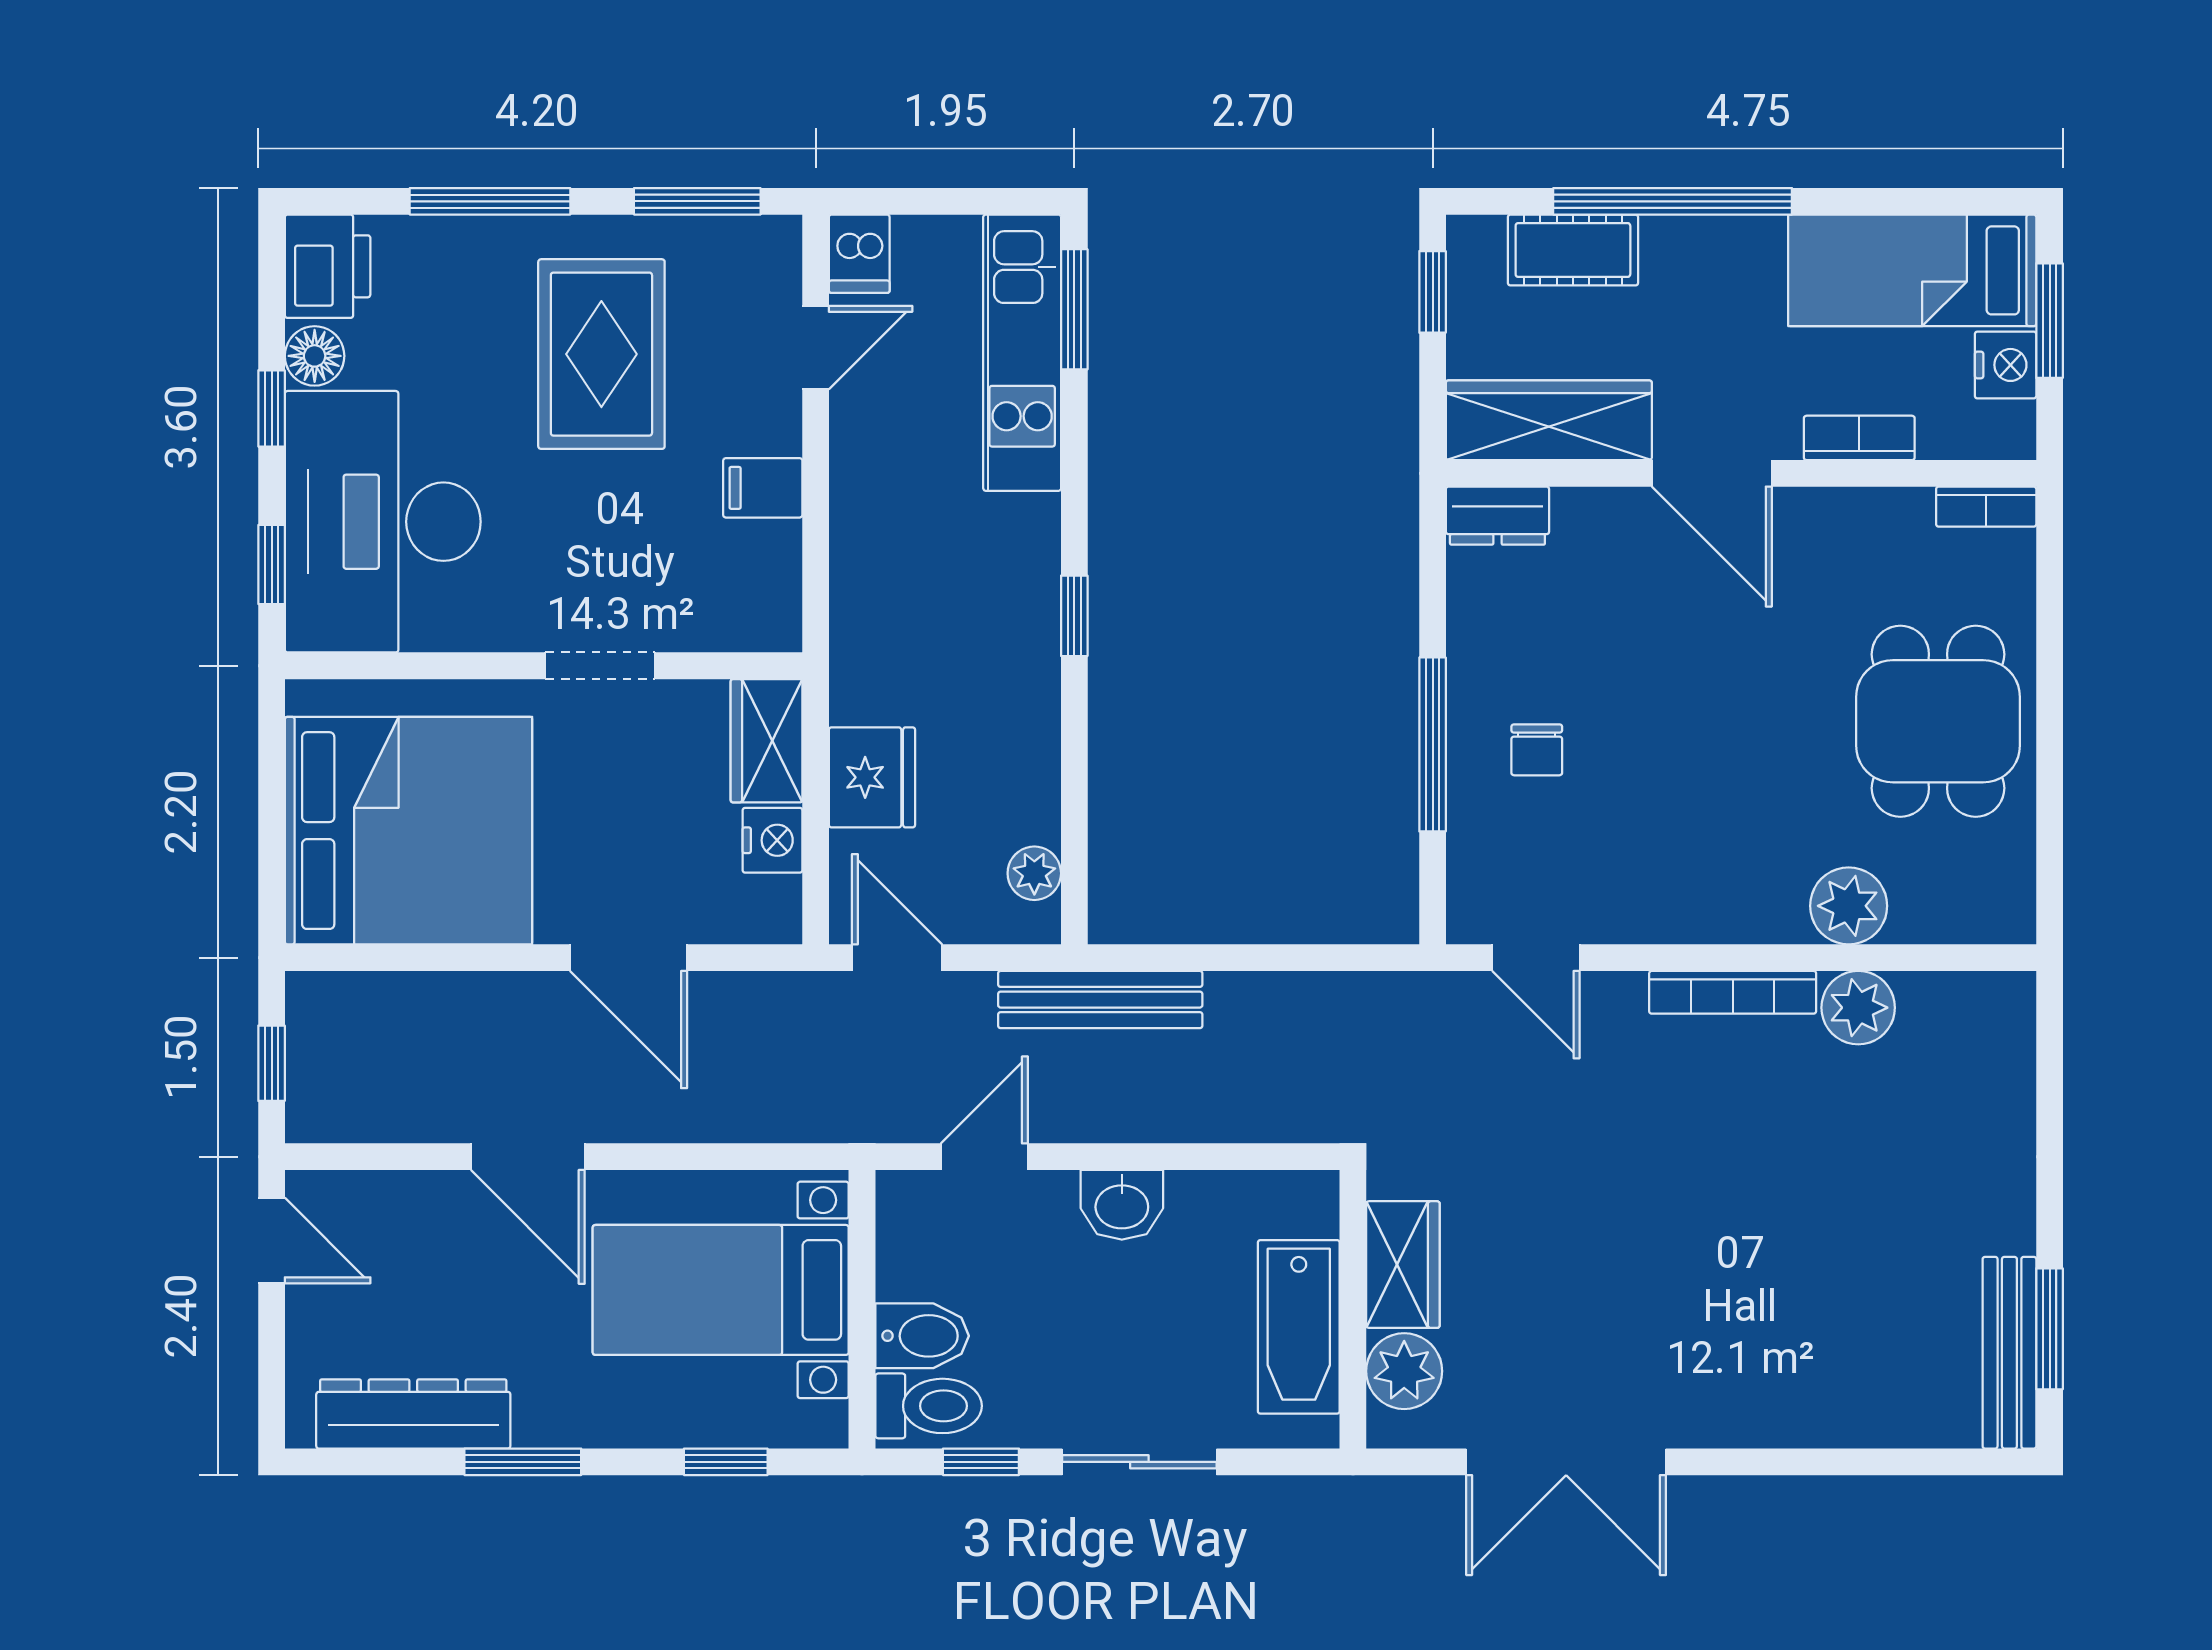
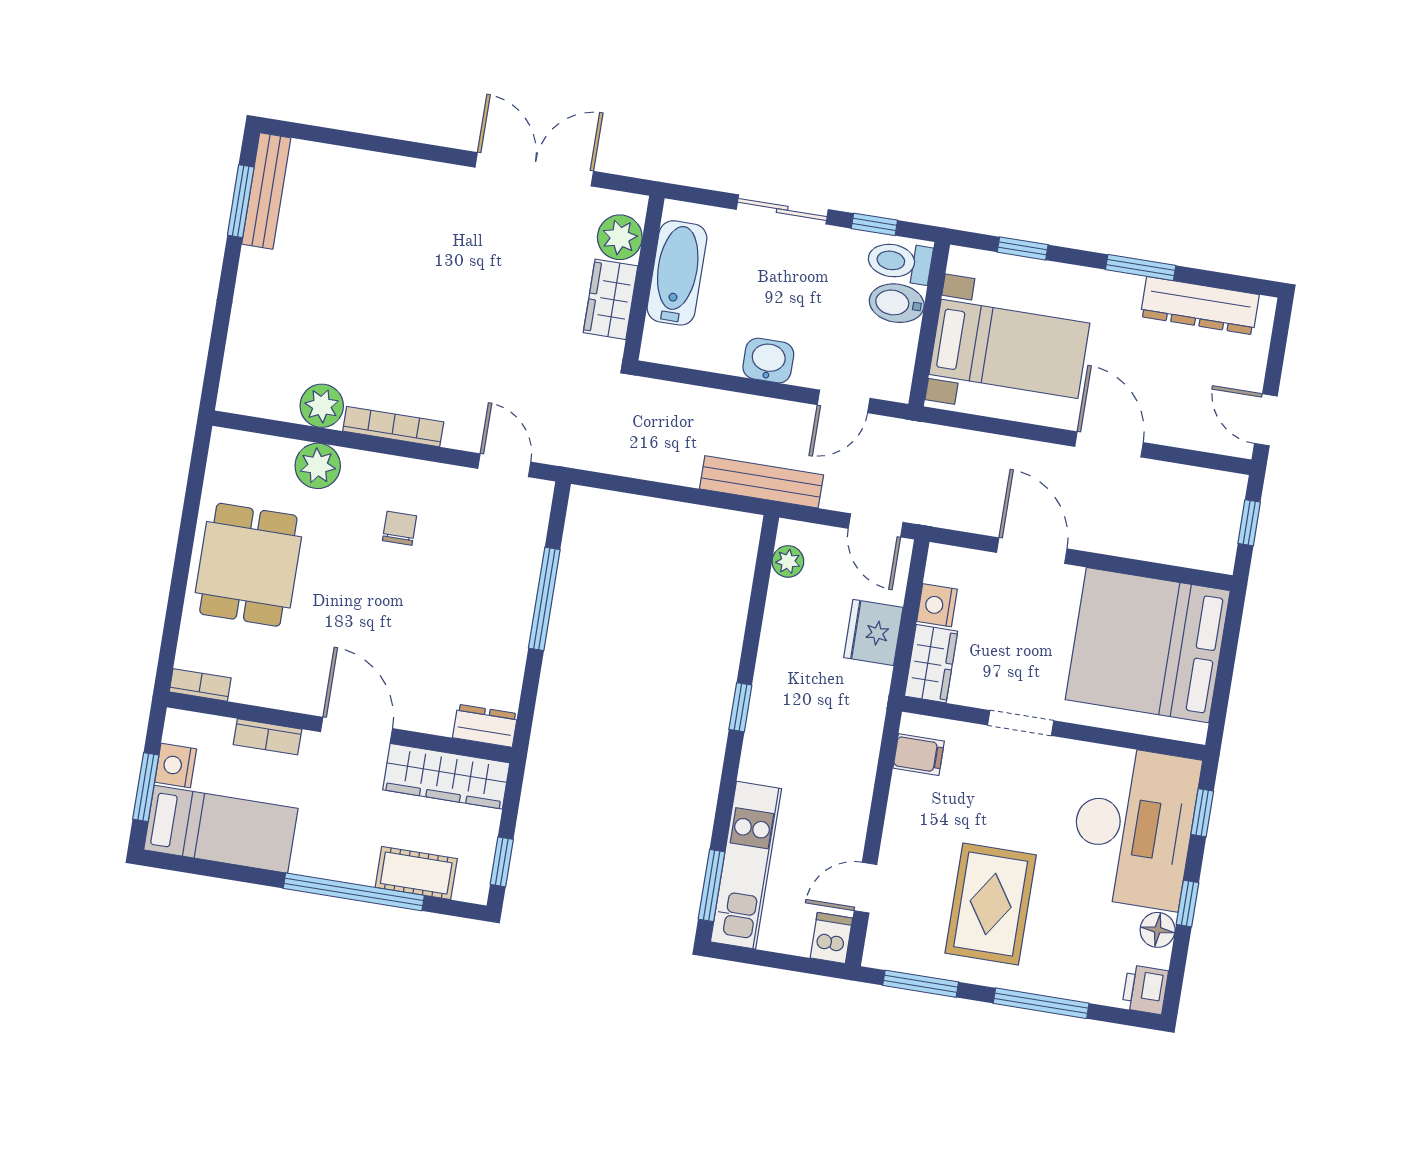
printer: (328, 266) -> (1145, 990), width x0.73, depth x0.81
filing cabinet: (763, 488) -> (919, 755), moved
chair: (1537, 750) -> (399, 528), moved

